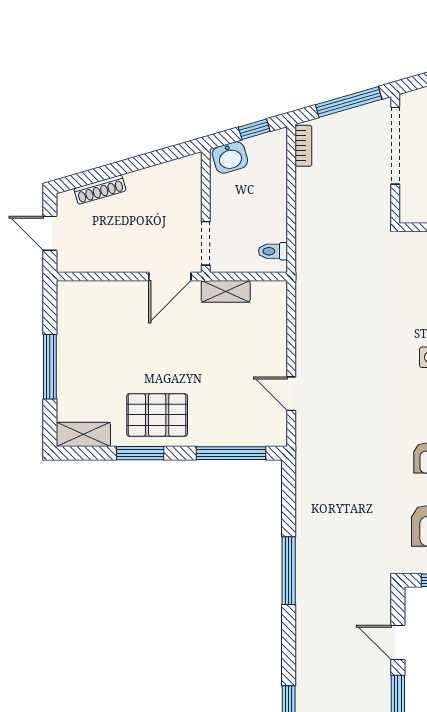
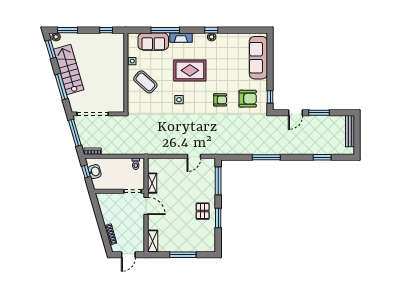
washbasin: (230, 157) -> (95, 172), moved
pallet: (157, 415) -> (203, 211), width x0.67, depth x0.71
shelving: (83, 434) -> (153, 241), moved

